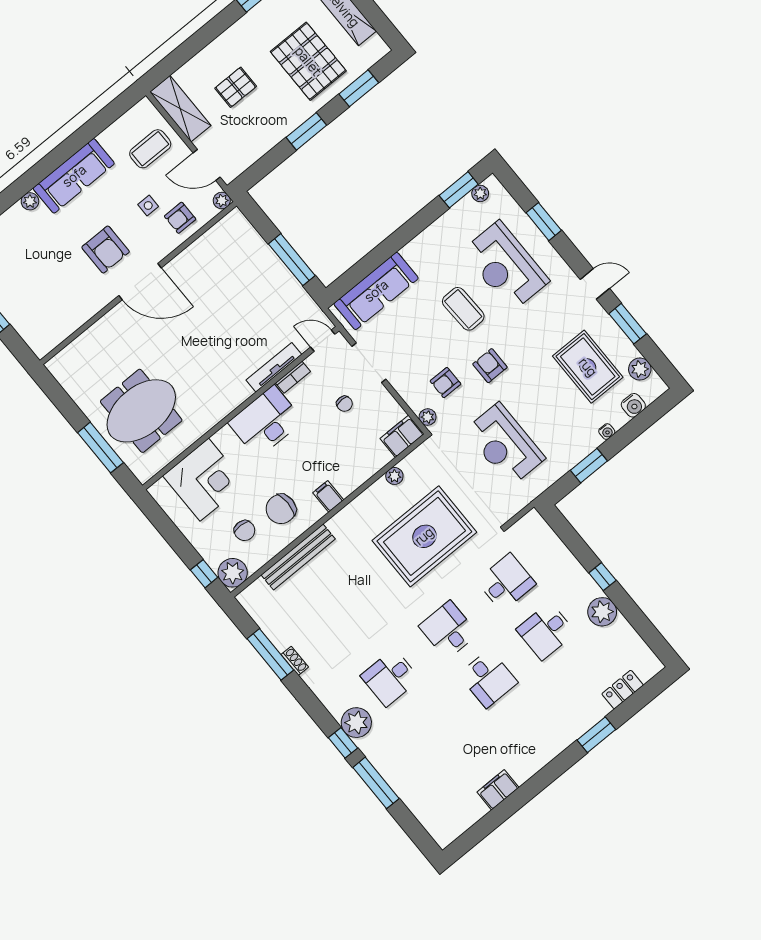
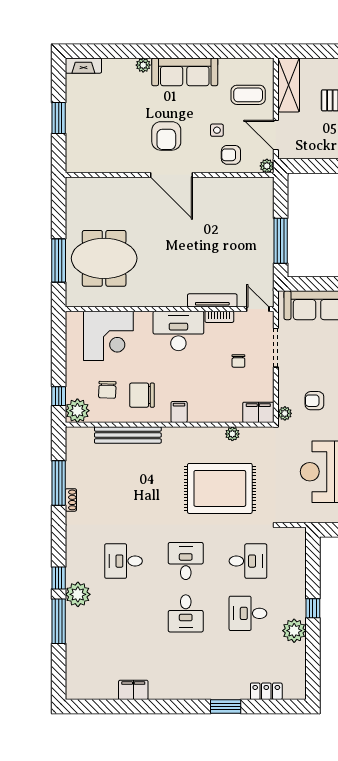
plant: (356, 723) -> (78, 594), moved

